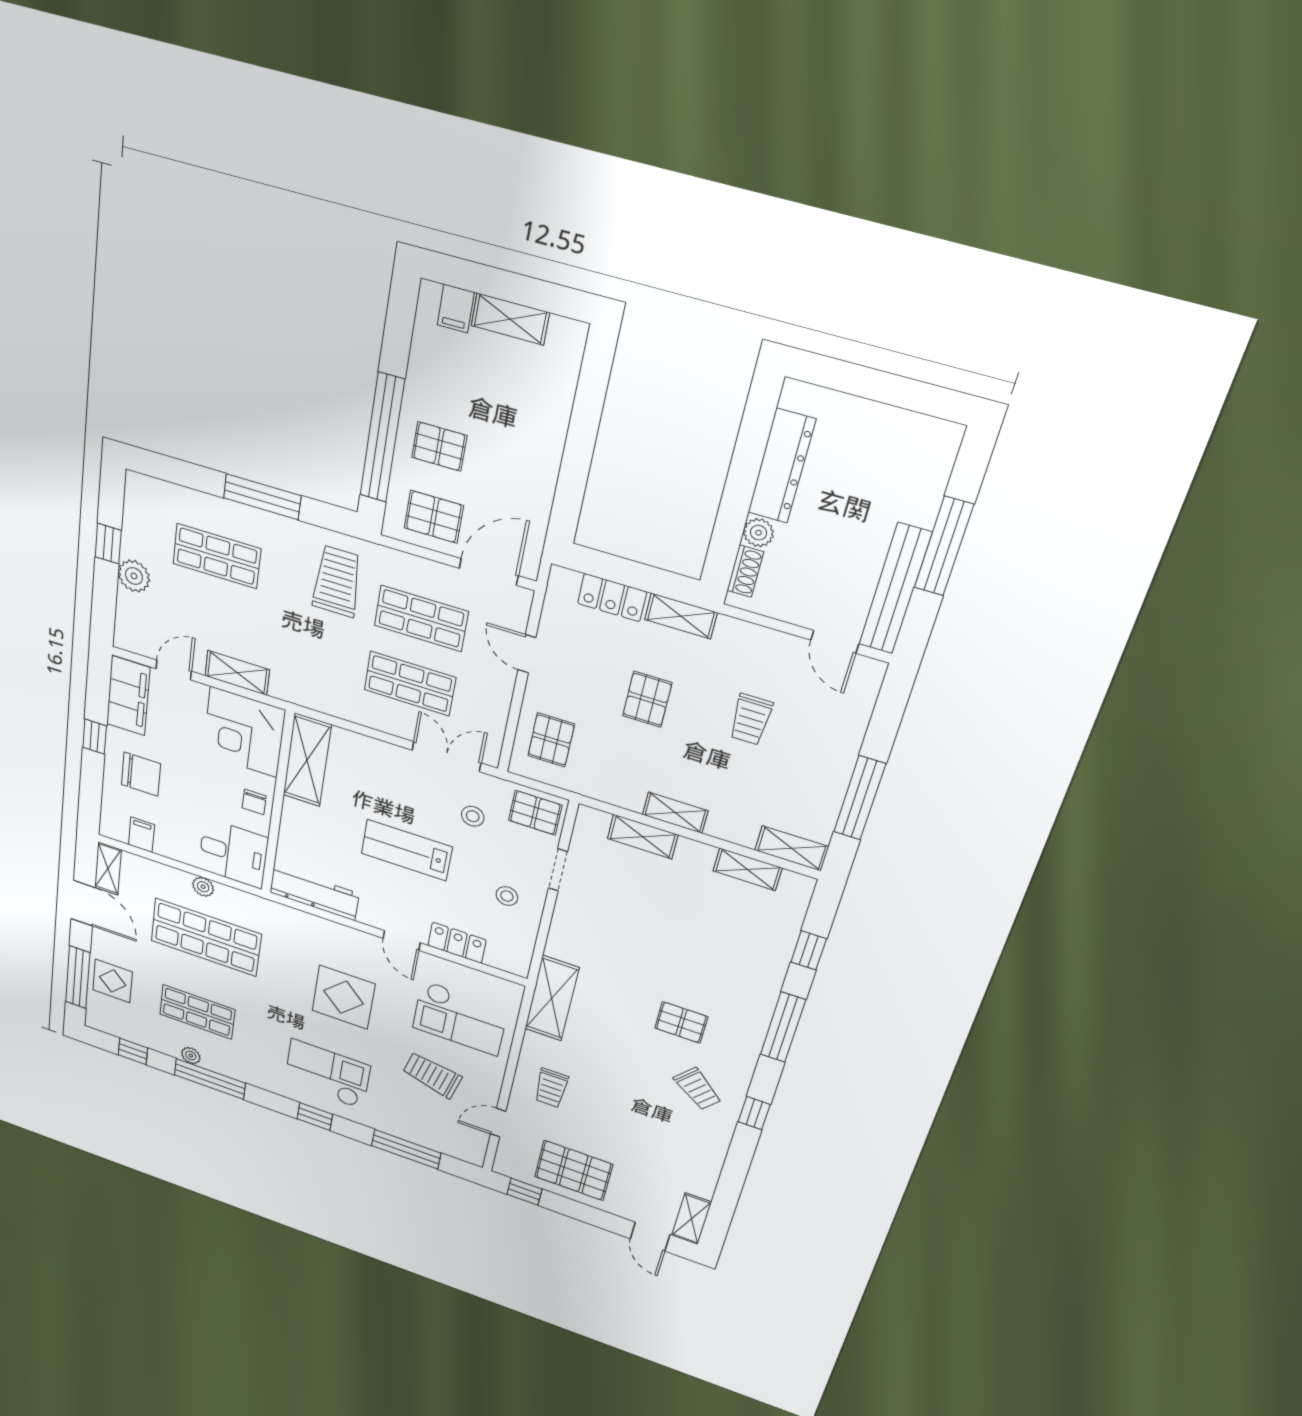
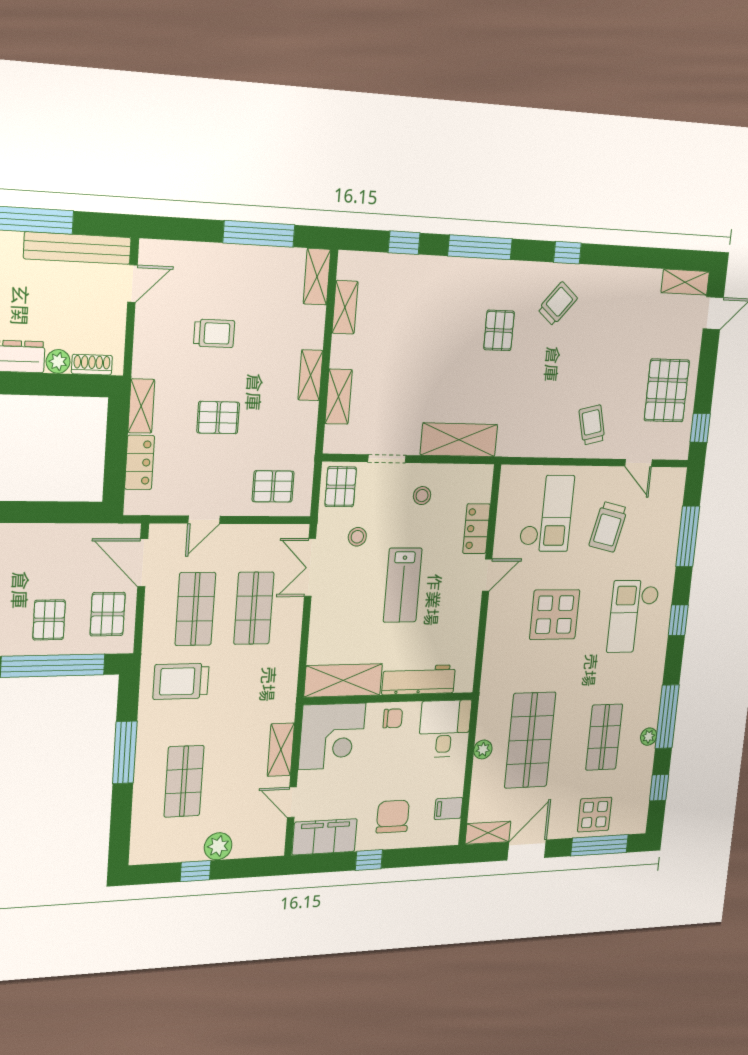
workbench: (314, 893) -> (419, 680), moved, turned 90
shelving: (552, 998) -> (459, 440), moved
trolley: (551, 1088) -> (592, 425), turned -104

